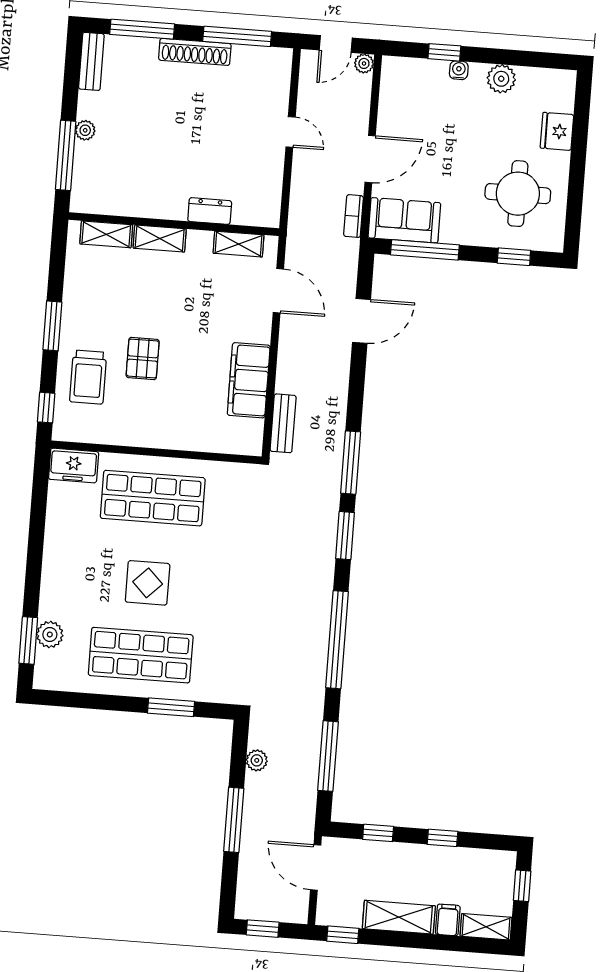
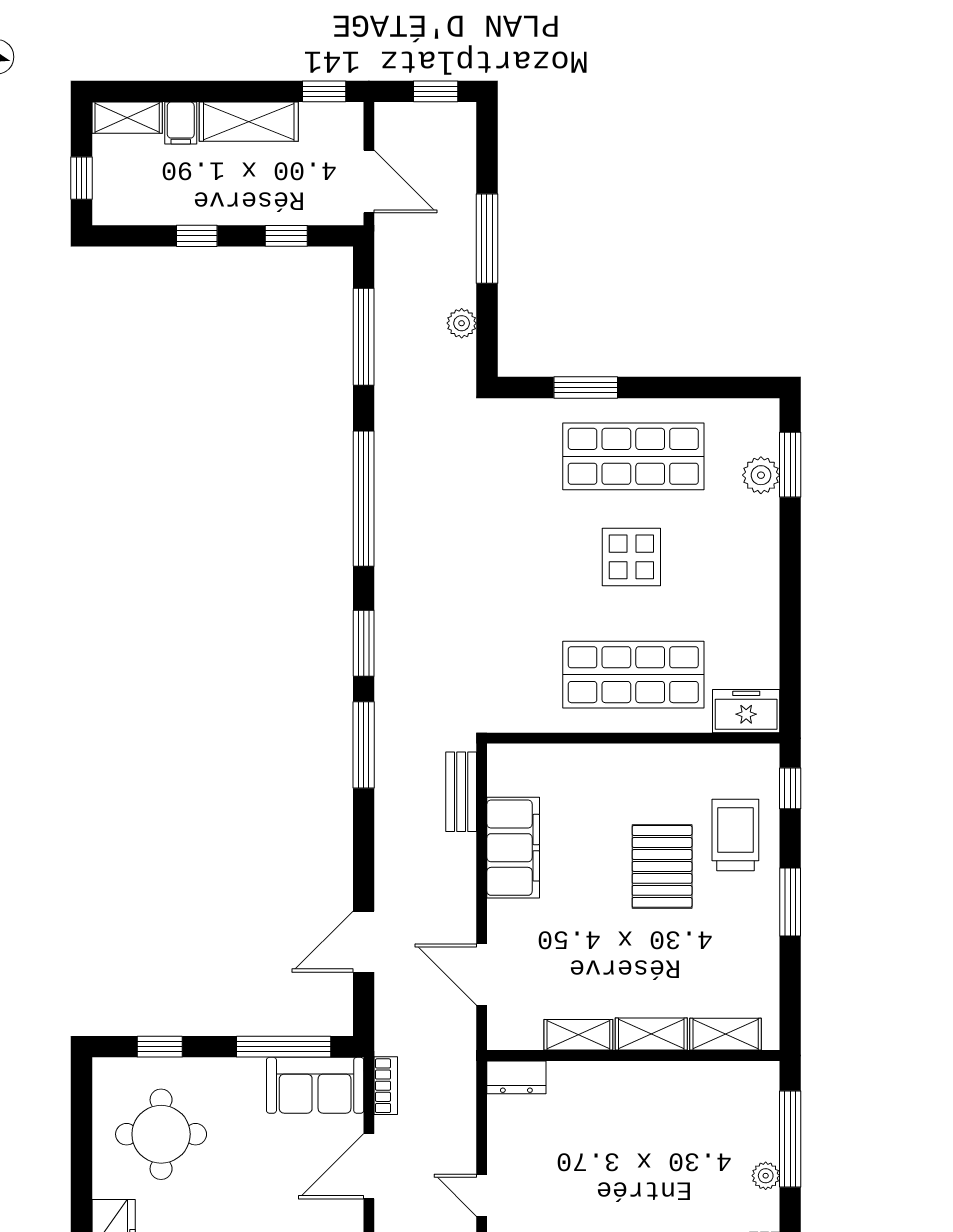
dresser: (210, 211) -> (516, 1077), moved
shelving: (239, 244) -> (578, 1035), moved
pallet: (143, 358) -> (662, 866), width x1.50, depth x1.42

